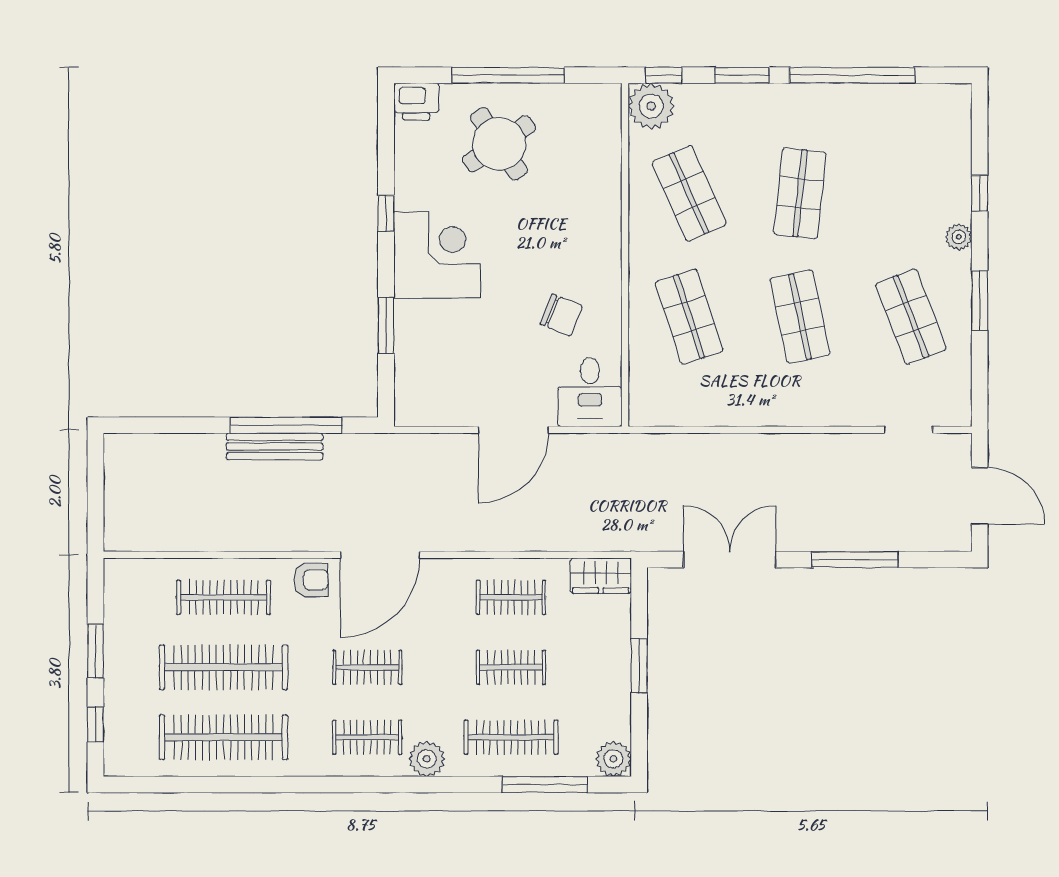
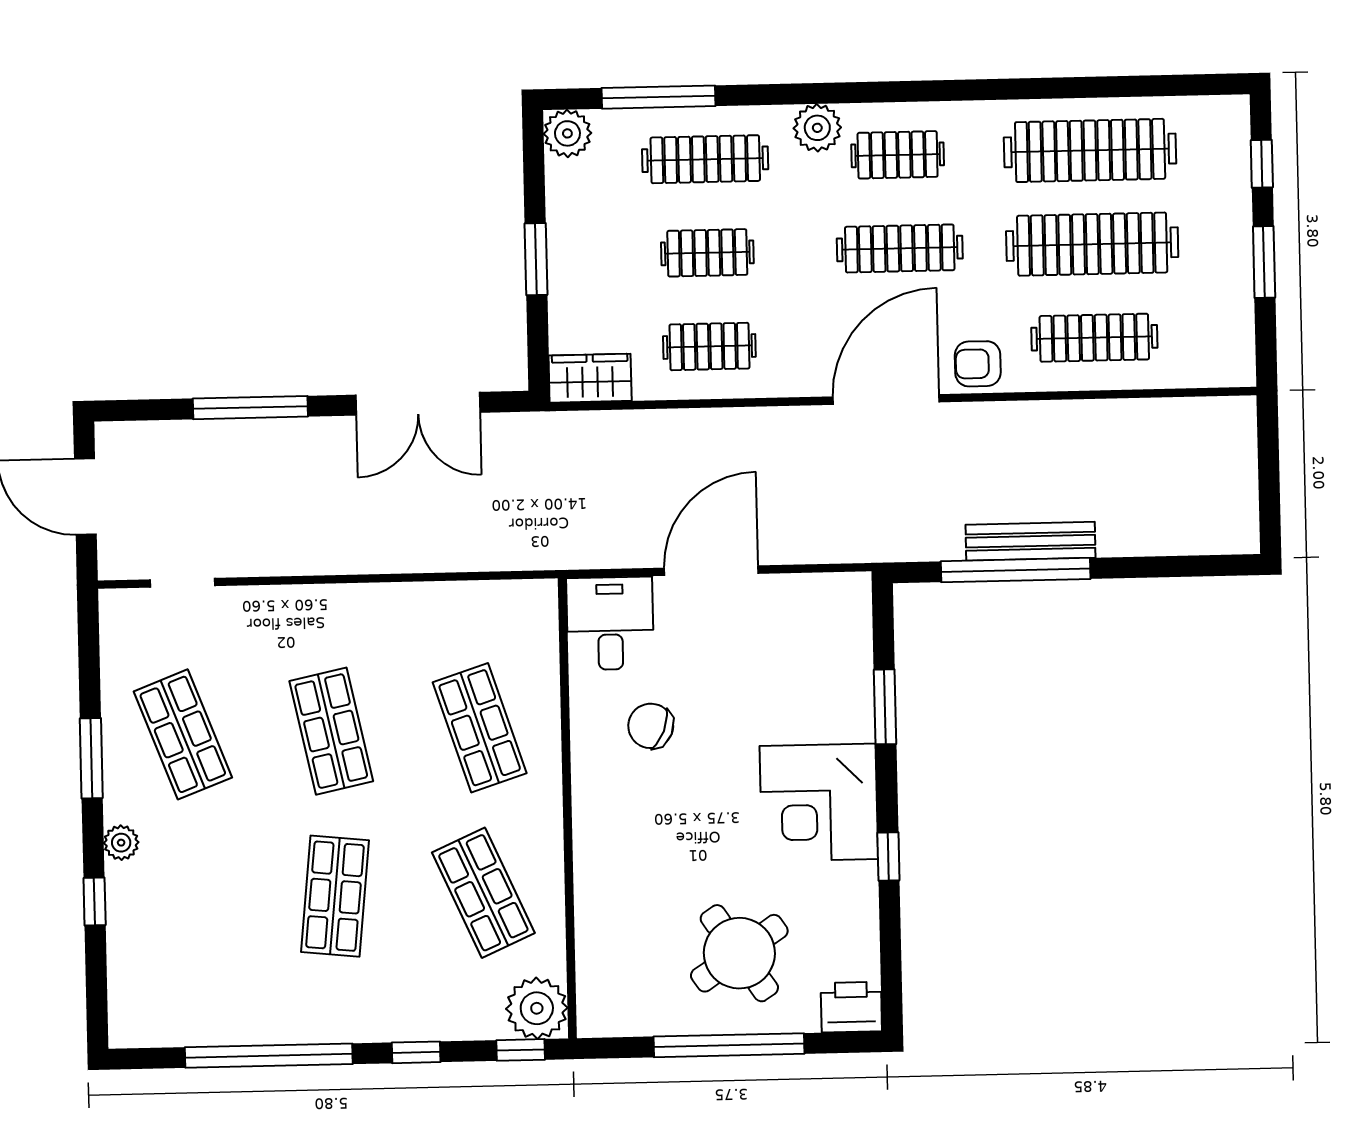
window: (742, 75) -> (416, 1052), width x0.67
clothes rail: (367, 667) -> (900, 248), width x1.36

